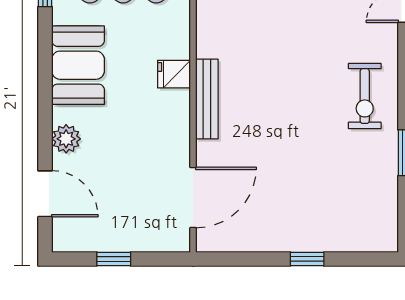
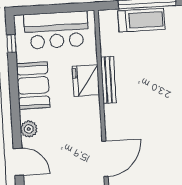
fridge: (174, 74) -> (86, 80), width x1.88, depth x1.34
bench: (207, 99) -> (108, 80), moved

